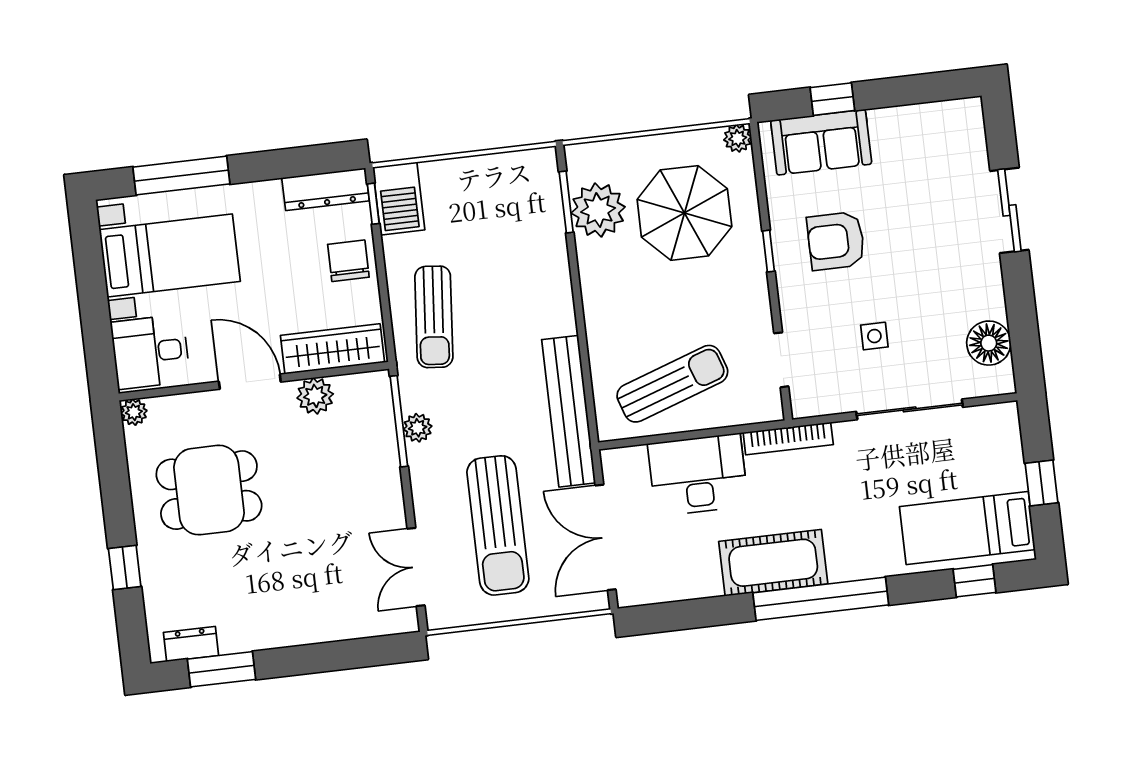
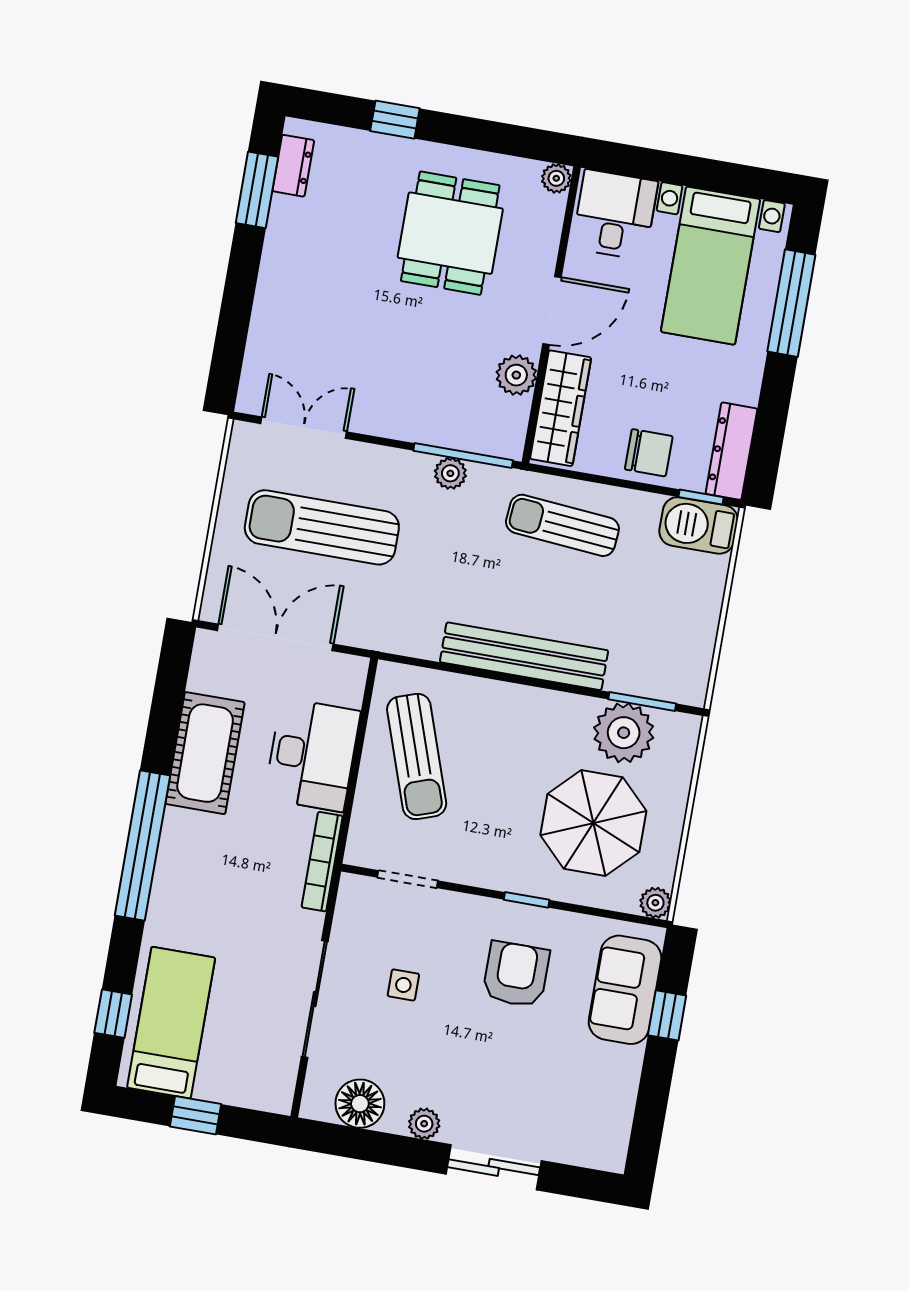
plant: (990, 282) -> (424, 1124), added
bench: (569, 411) -> (524, 656), moved
cot: (773, 563) -> (205, 753), moved

